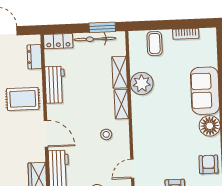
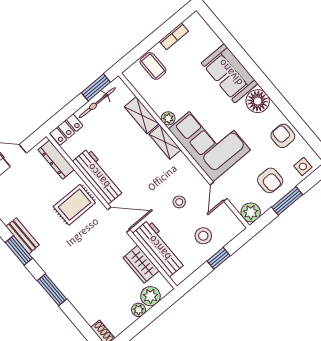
dresser: (34, 57) -> (56, 160), width x1.44
plant: (142, 84) -> (168, 118), width x0.53, depth x0.53
workbench: (55, 85) -> (98, 176), width x1.38
corner sofa: (154, 127) -> (209, 140), added
stool: (106, 134) -> (179, 202), moved

